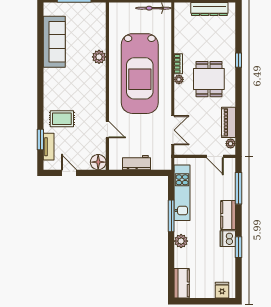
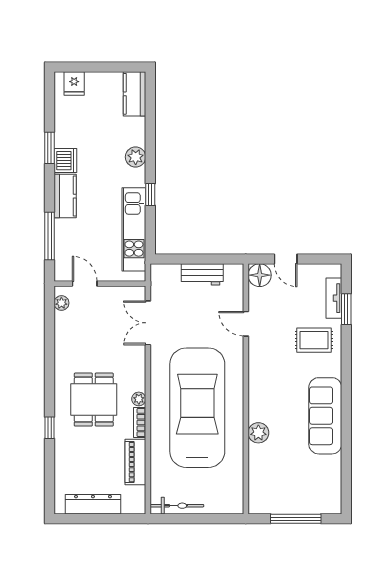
sofa: (54, 42) -> (325, 416), moved
piano: (229, 122) -> (135, 462), moved, turned 180
door: (69, 173) -> (286, 259), moved
window: (171, 216) -> (150, 195), width x0.46

